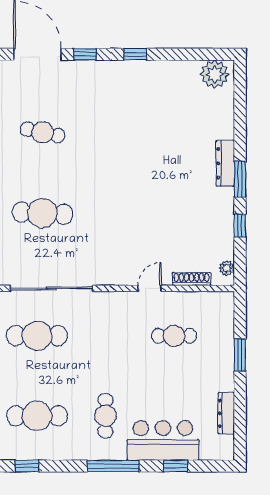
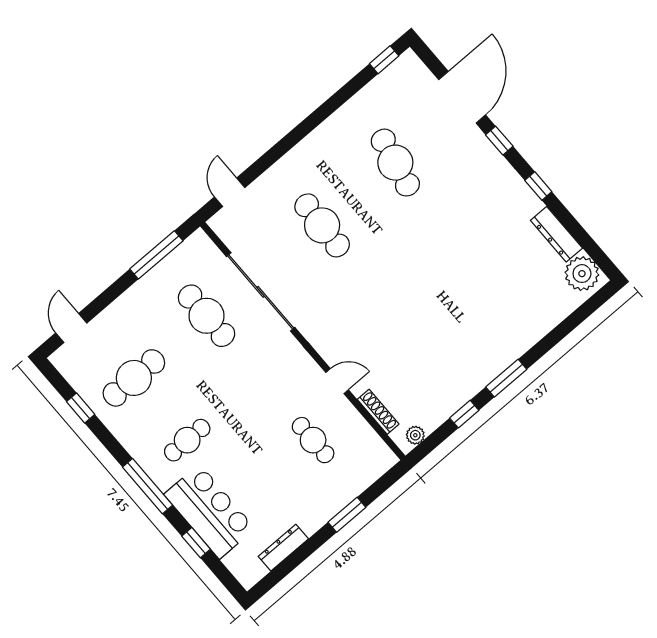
cafe table: (43, 132) -> (395, 163), width x1.37, depth x1.35
dresser: (225, 163) -> (556, 234), moved, turned -90
cafe table: (37, 416) -> (134, 378), turned 90

